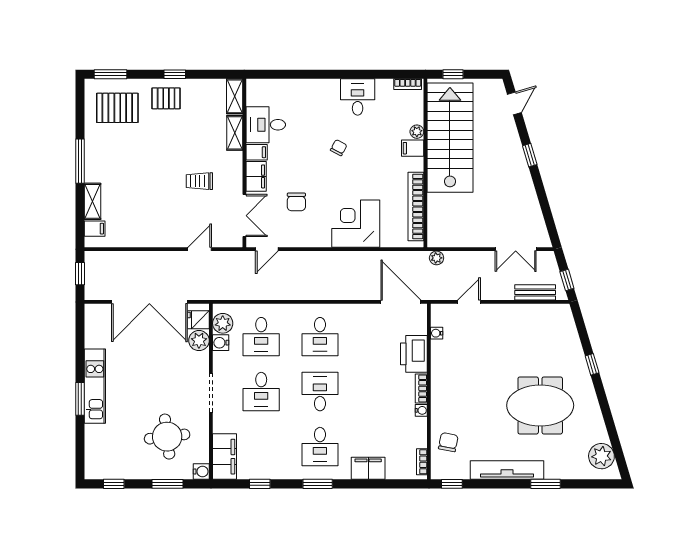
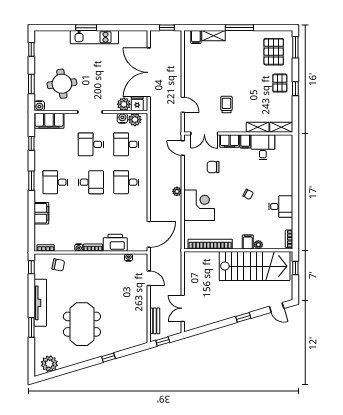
plant: (437, 258) -> (177, 191), moved

